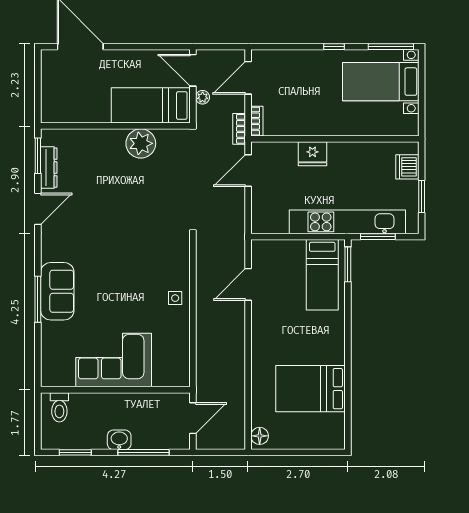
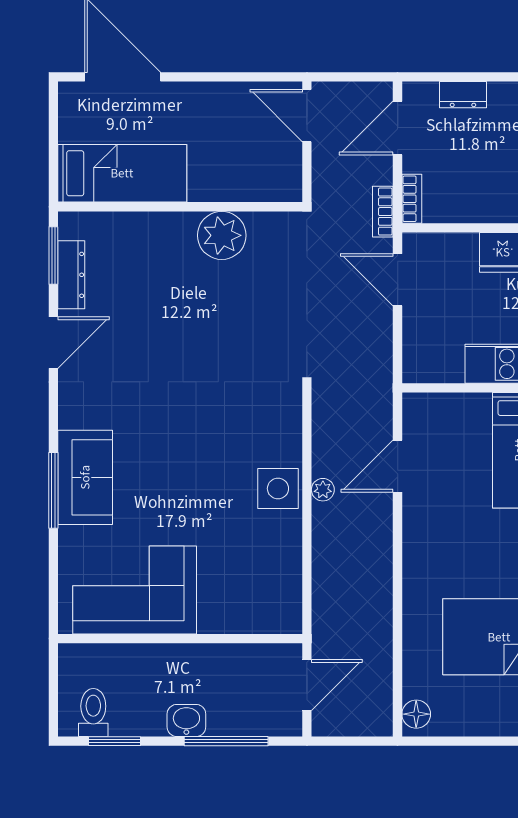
dresser: (288, 57) -> (463, 95), added
plant: (203, 97) -> (323, 490), moved
bed: (151, 105) -> (122, 173), moved, turned 180
door: (248, 170) -> (398, 280), hinge flipped
side table: (175, 298) -> (278, 489), width x1.87, depth x1.87
corner sofa: (114, 360) -> (135, 590), moved
toilet: (59, 407) -> (93, 713), moved, turned 180

